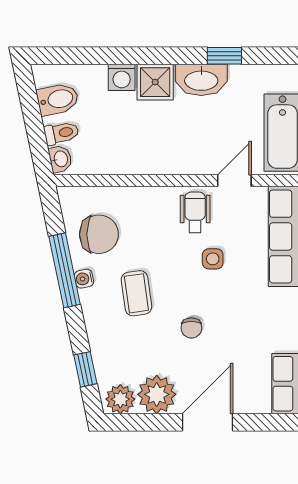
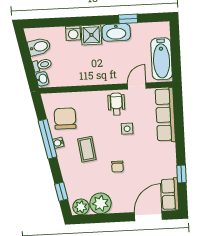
chair: (99, 234) -> (65, 118), turned -90
door: (208, 422) -> (148, 216), moved

